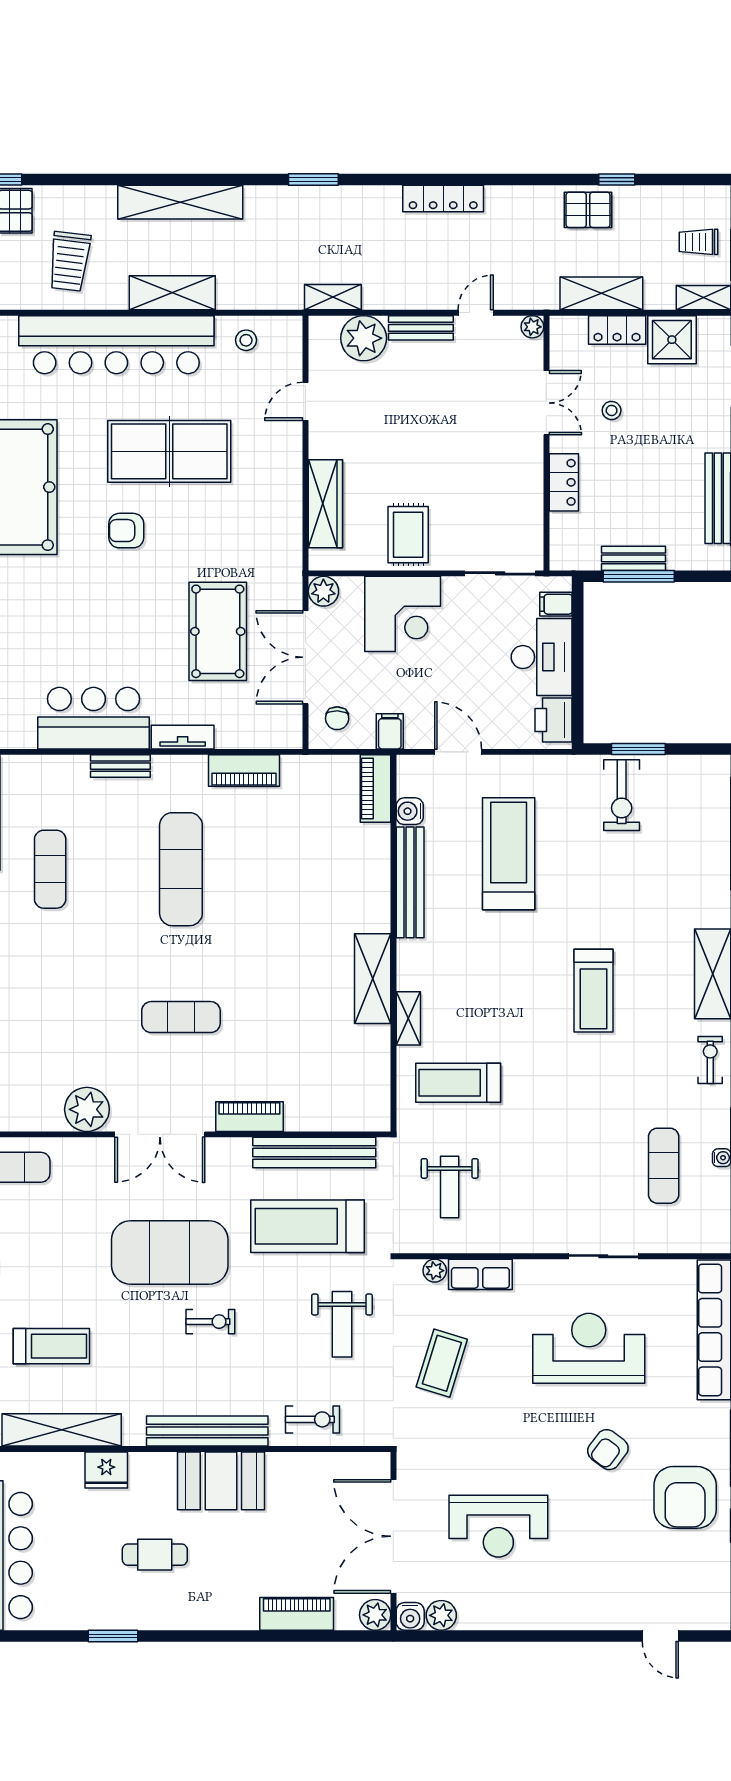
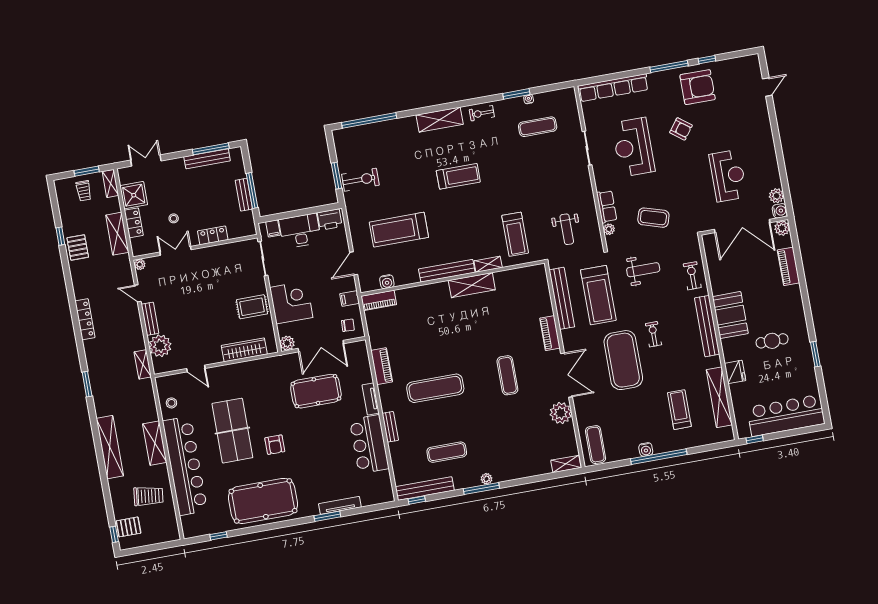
bench: (410, 882) -> (447, 271), moved
weight bench: (450, 1187) -> (567, 229), turned 90
cafe table: (155, 1555) -> (772, 341), turned 90

